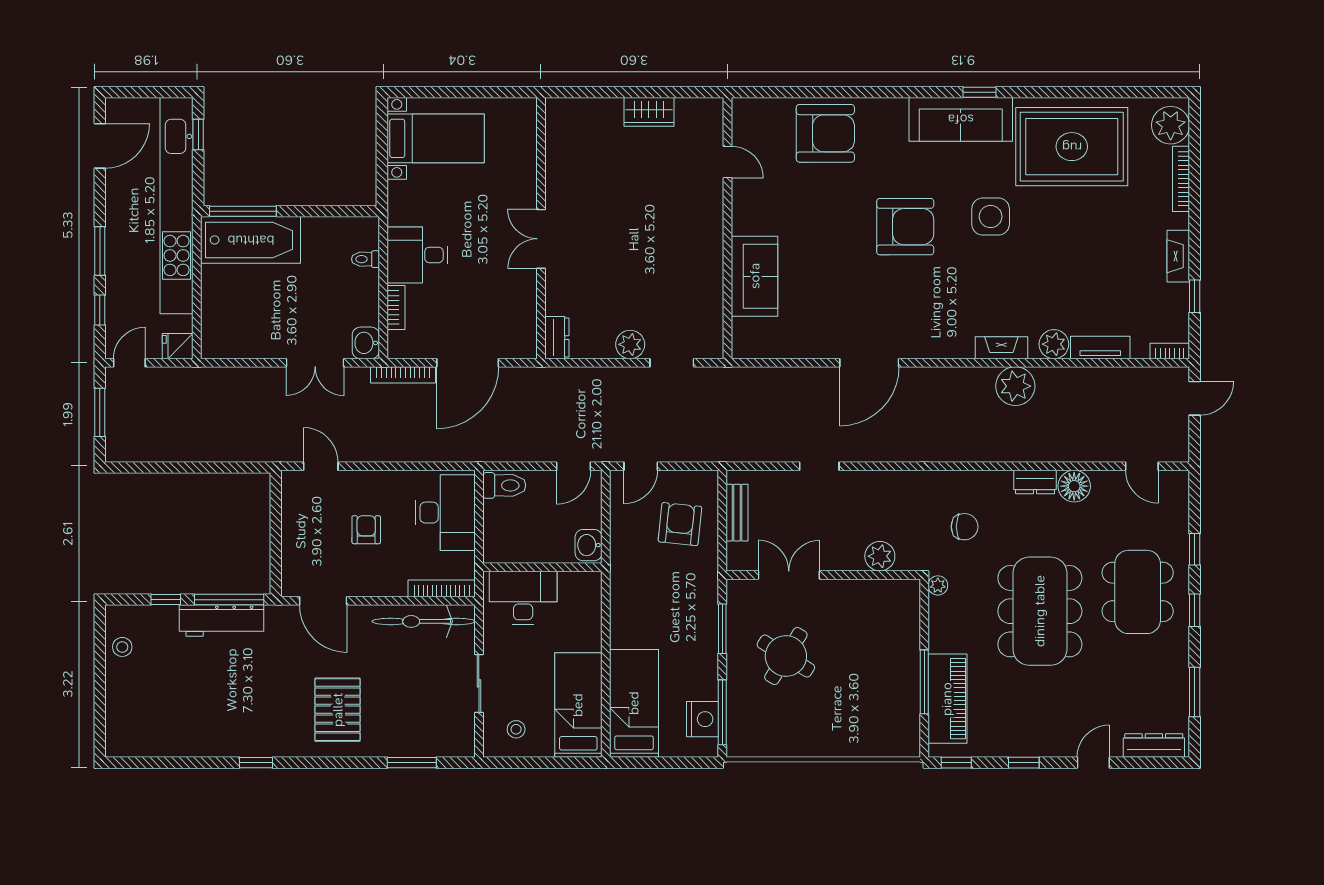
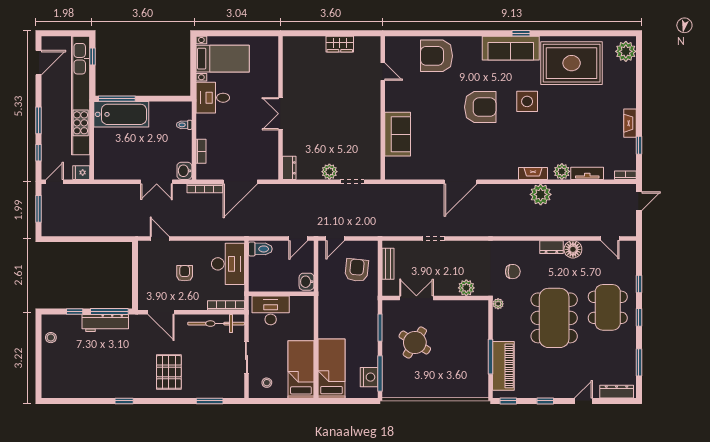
armchair: (825, 133) -> (436, 56), turned 180
bookcase: (1181, 179) -> (632, 81), removed
desk: (417, 255) -> (213, 98), moved

